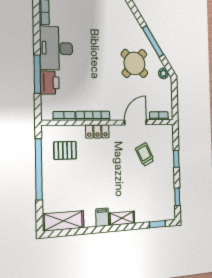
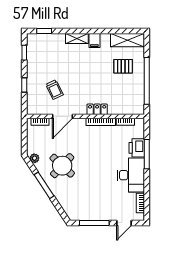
pallet: (65, 150) -> (123, 66), moved

